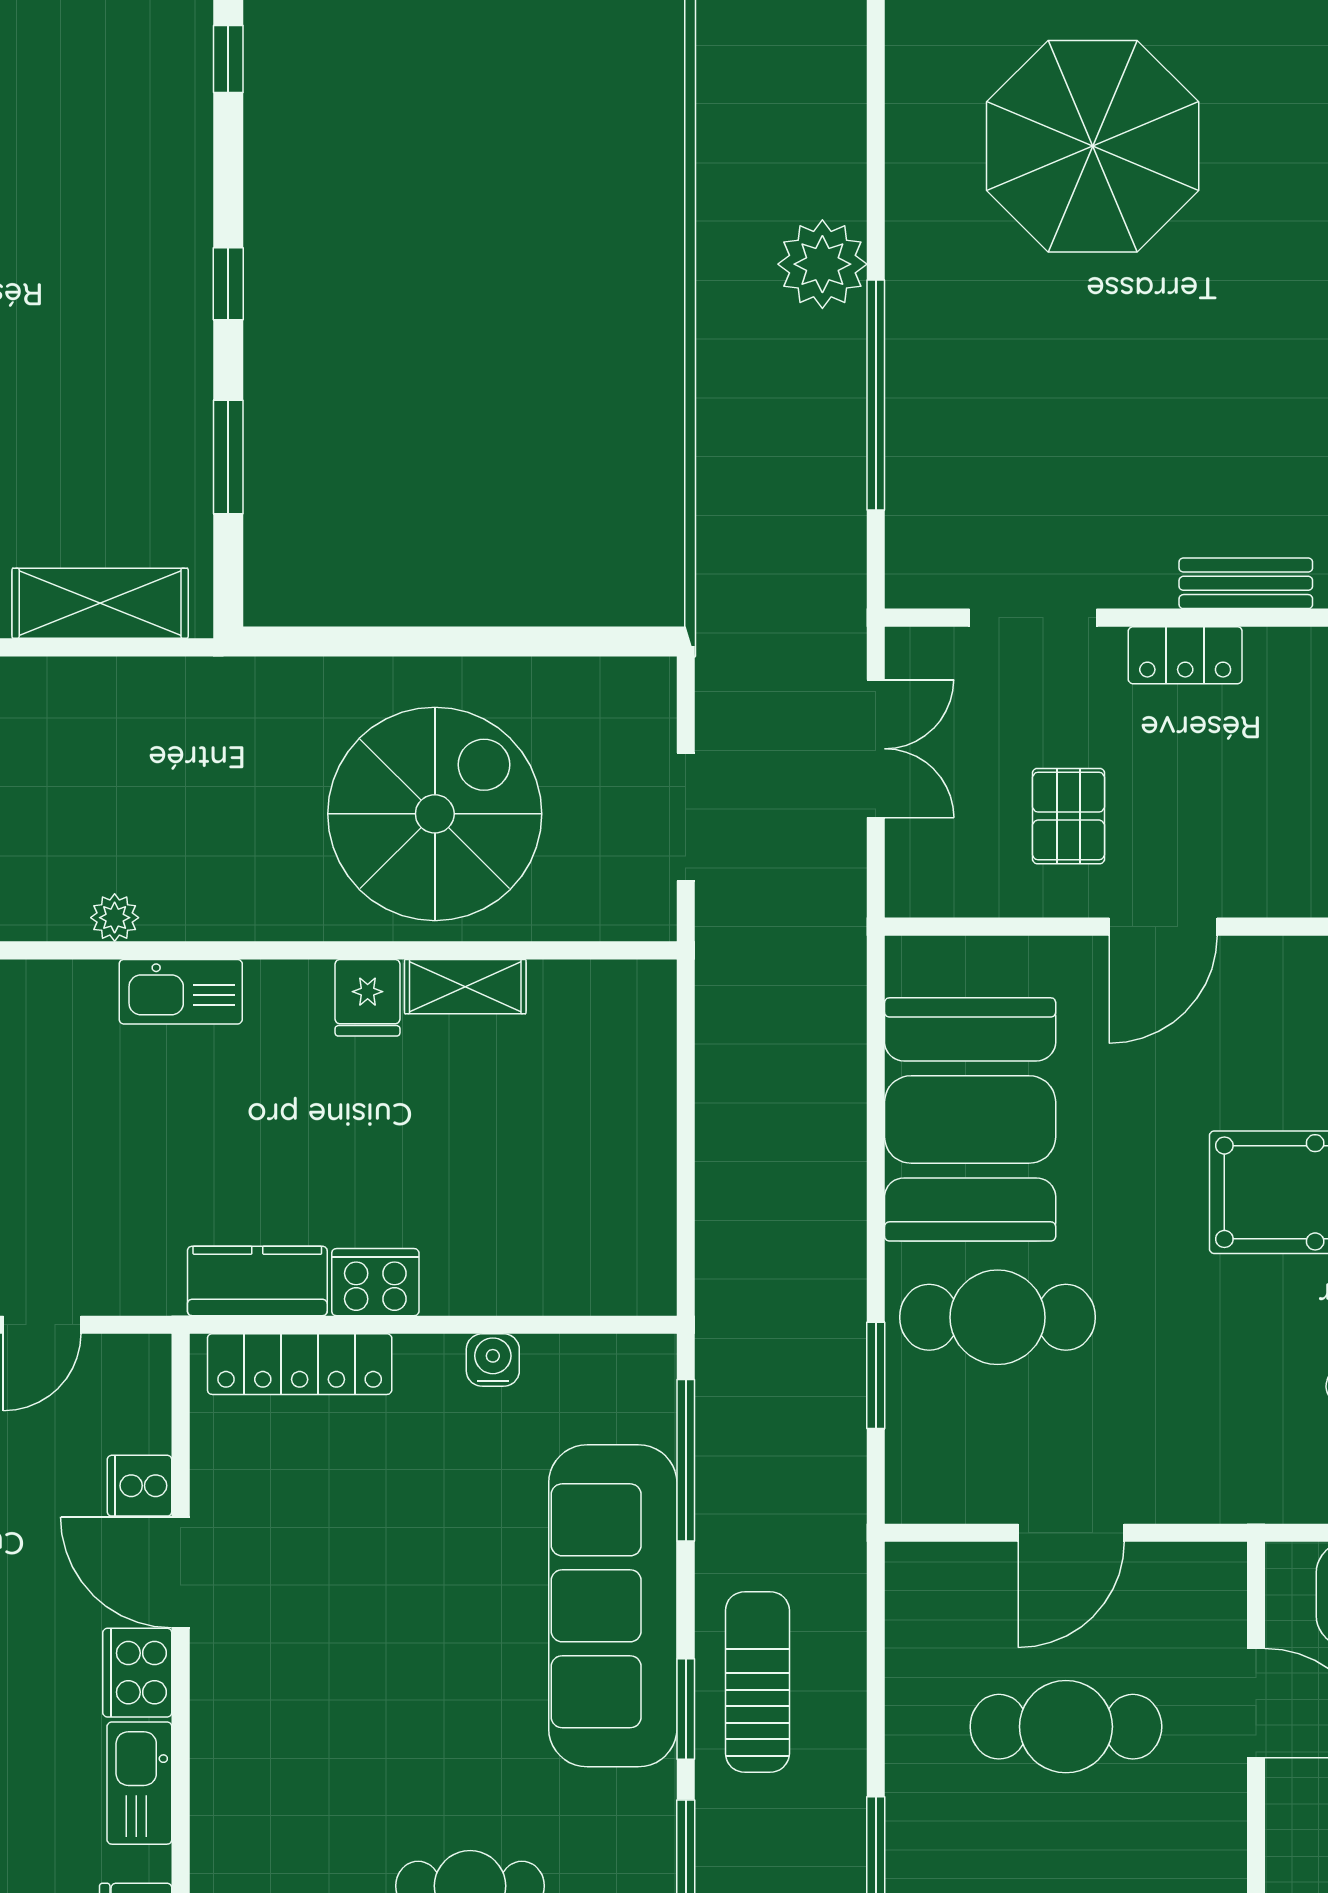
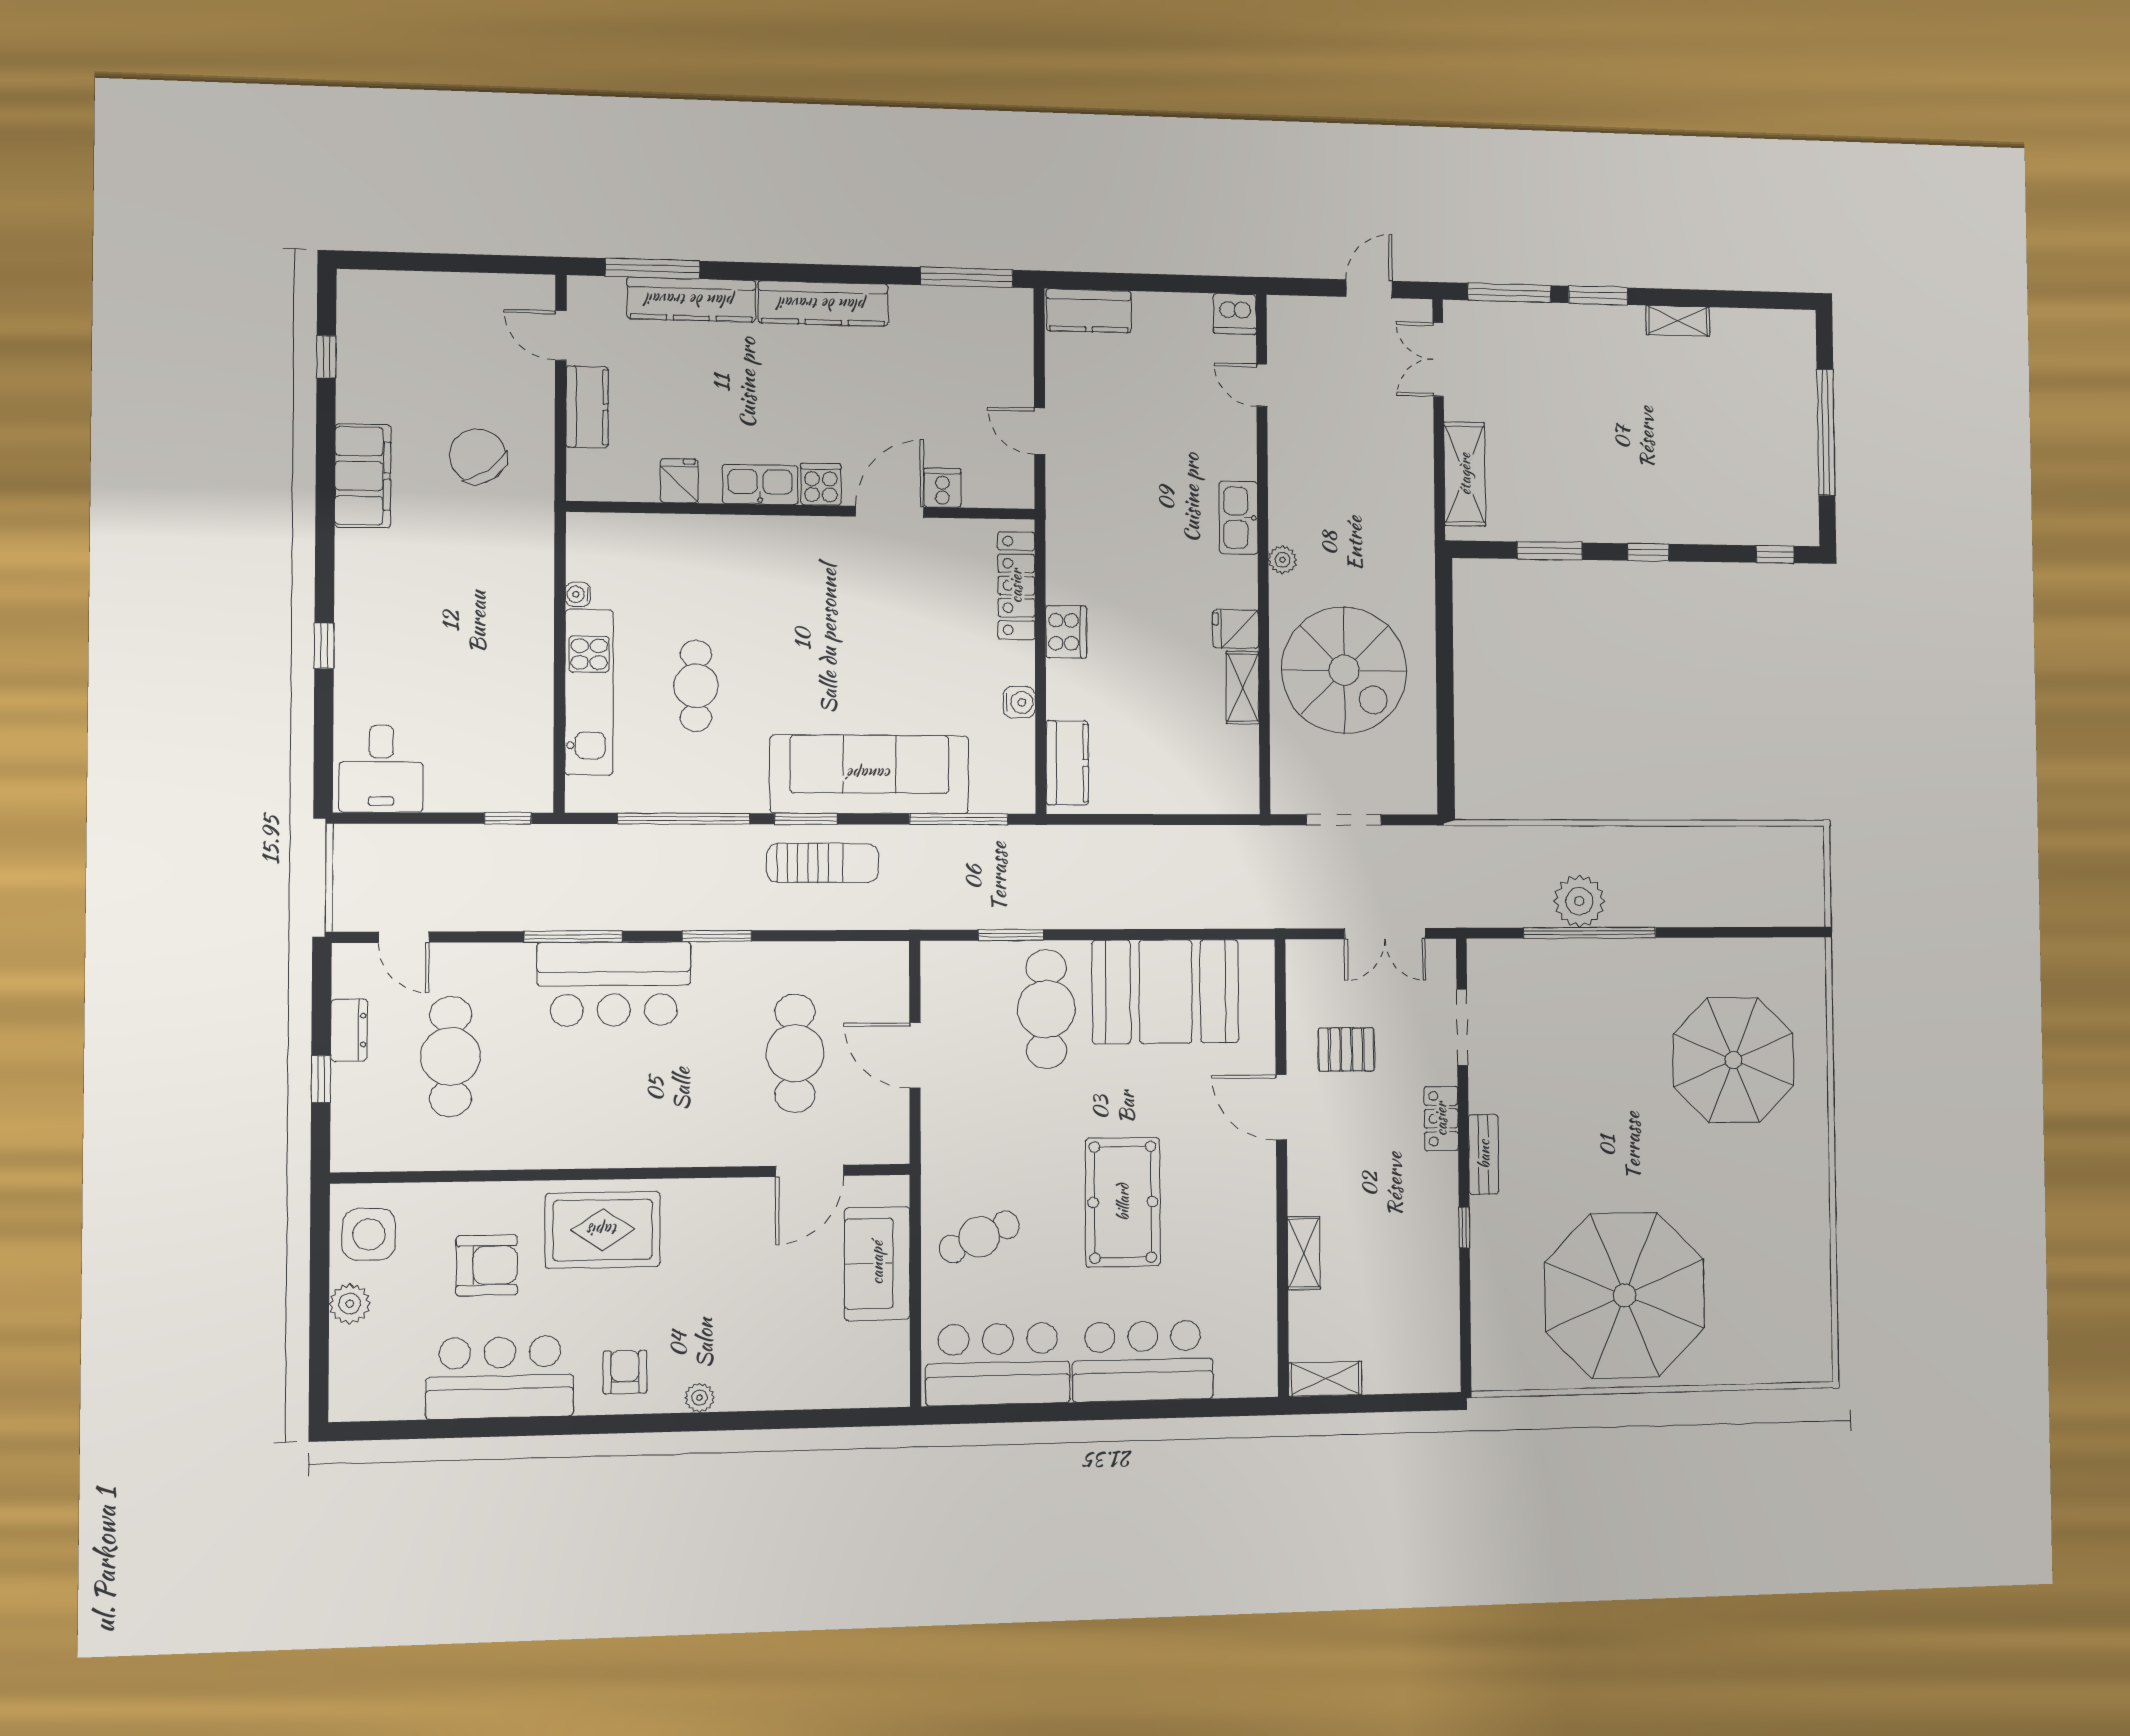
plant: (822, 264) -> (1579, 901), moved
plant: (115, 918) -> (1282, 560), moved
kitchen counter: (257, 1281) -> (1067, 763), moved
cooker: (137, 1673) -> (821, 484), width x0.73

